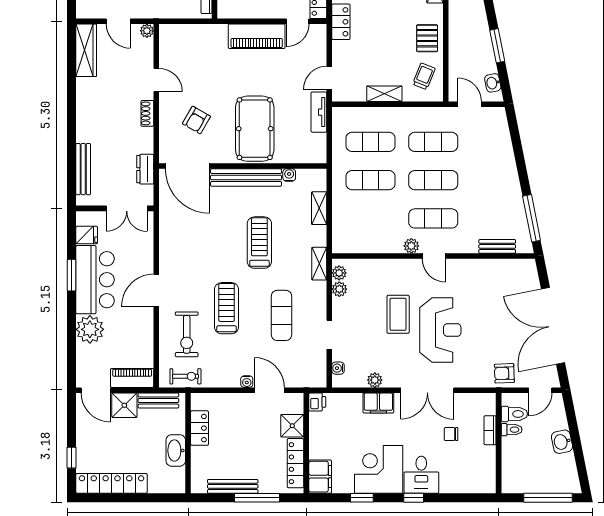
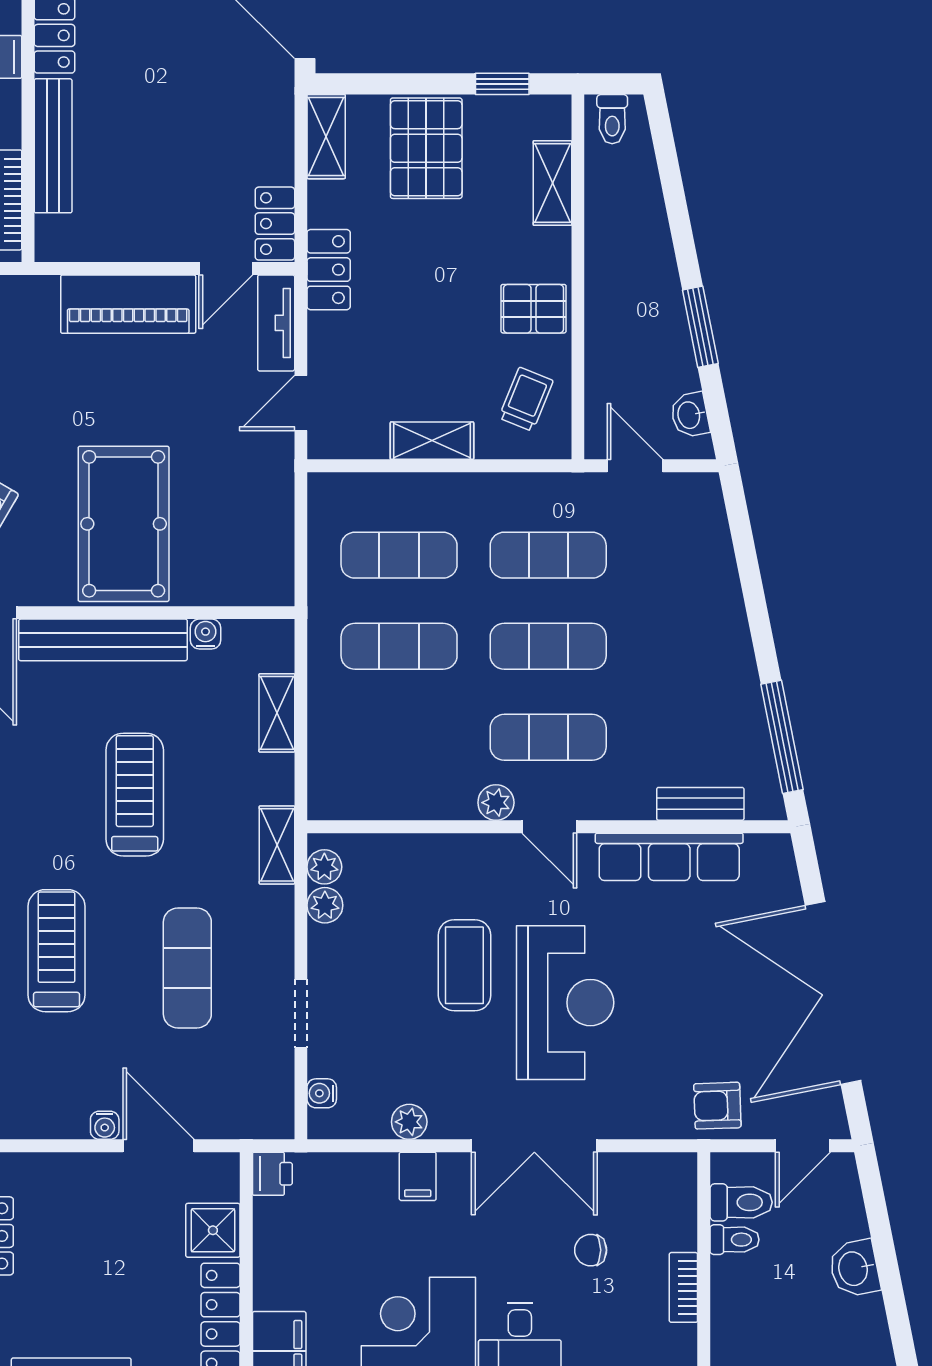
pallet: (427, 38) -> (534, 309), turned 90
tv unit: (319, 112) -> (276, 323), moved
row of seats: (484, 269) -> (669, 857), added
filing cabinet: (378, 403) -> (418, 1176), width x0.50
bookcase: (490, 430) -> (683, 1287), moved

